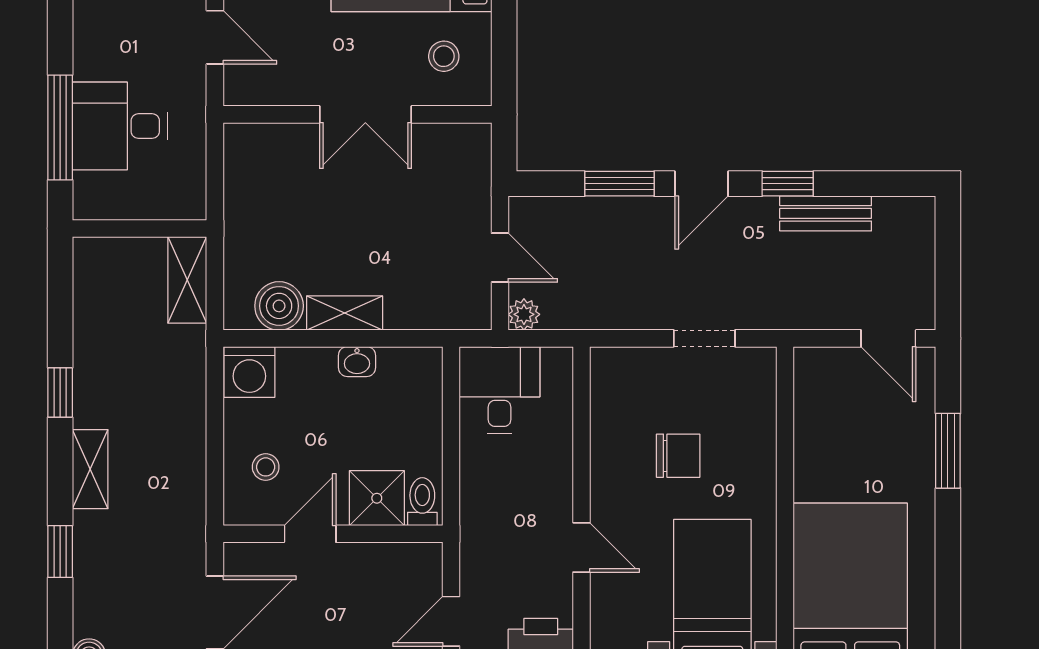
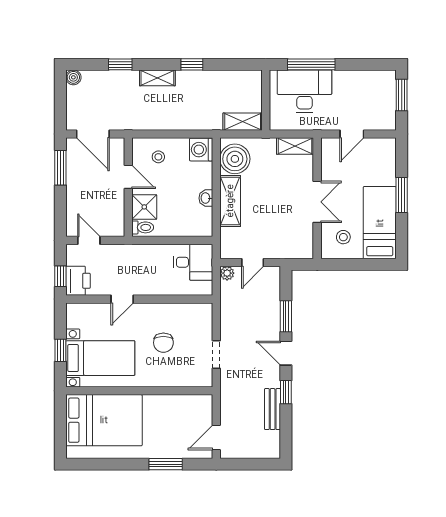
double door: (365, 114) -> (317, 202), swing flipped
desk: (120, 126) -> (305, 91), width x1.37
shelving: (241, 163) -> (295, 146), added
boiler: (279, 306) -> (235, 159), width x1.37, depth x1.37
shelving: (345, 313) -> (230, 201), width x1.50, depth x1.33

